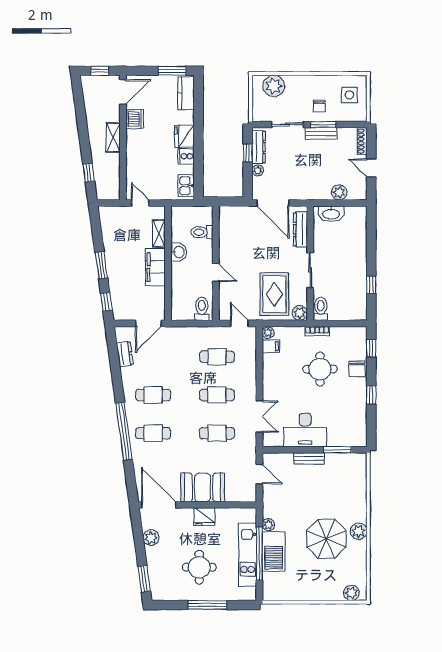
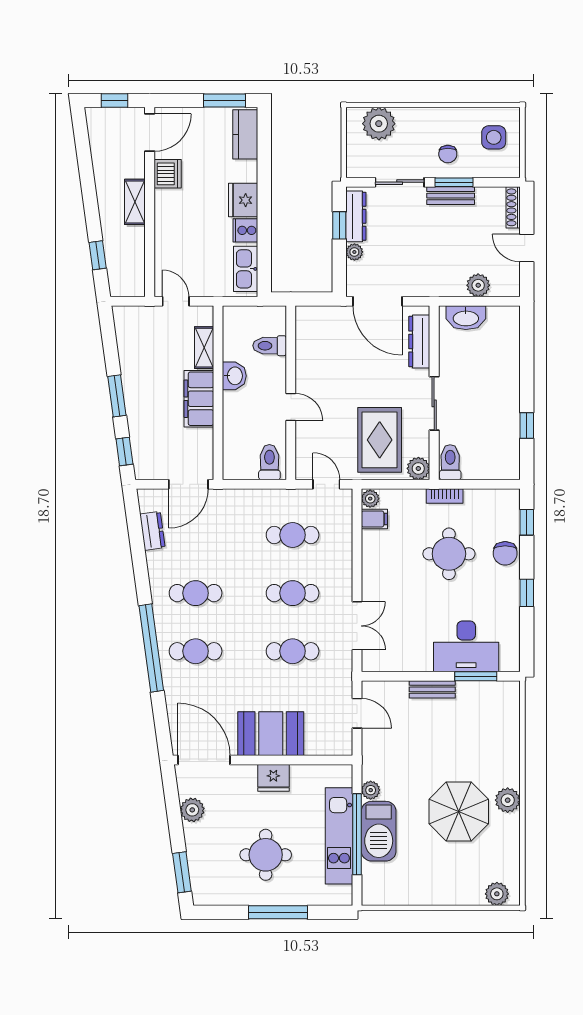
kitchen sink: (186, 186) -> (246, 269), width x1.38
desk: (305, 430) -> (466, 646), moved

